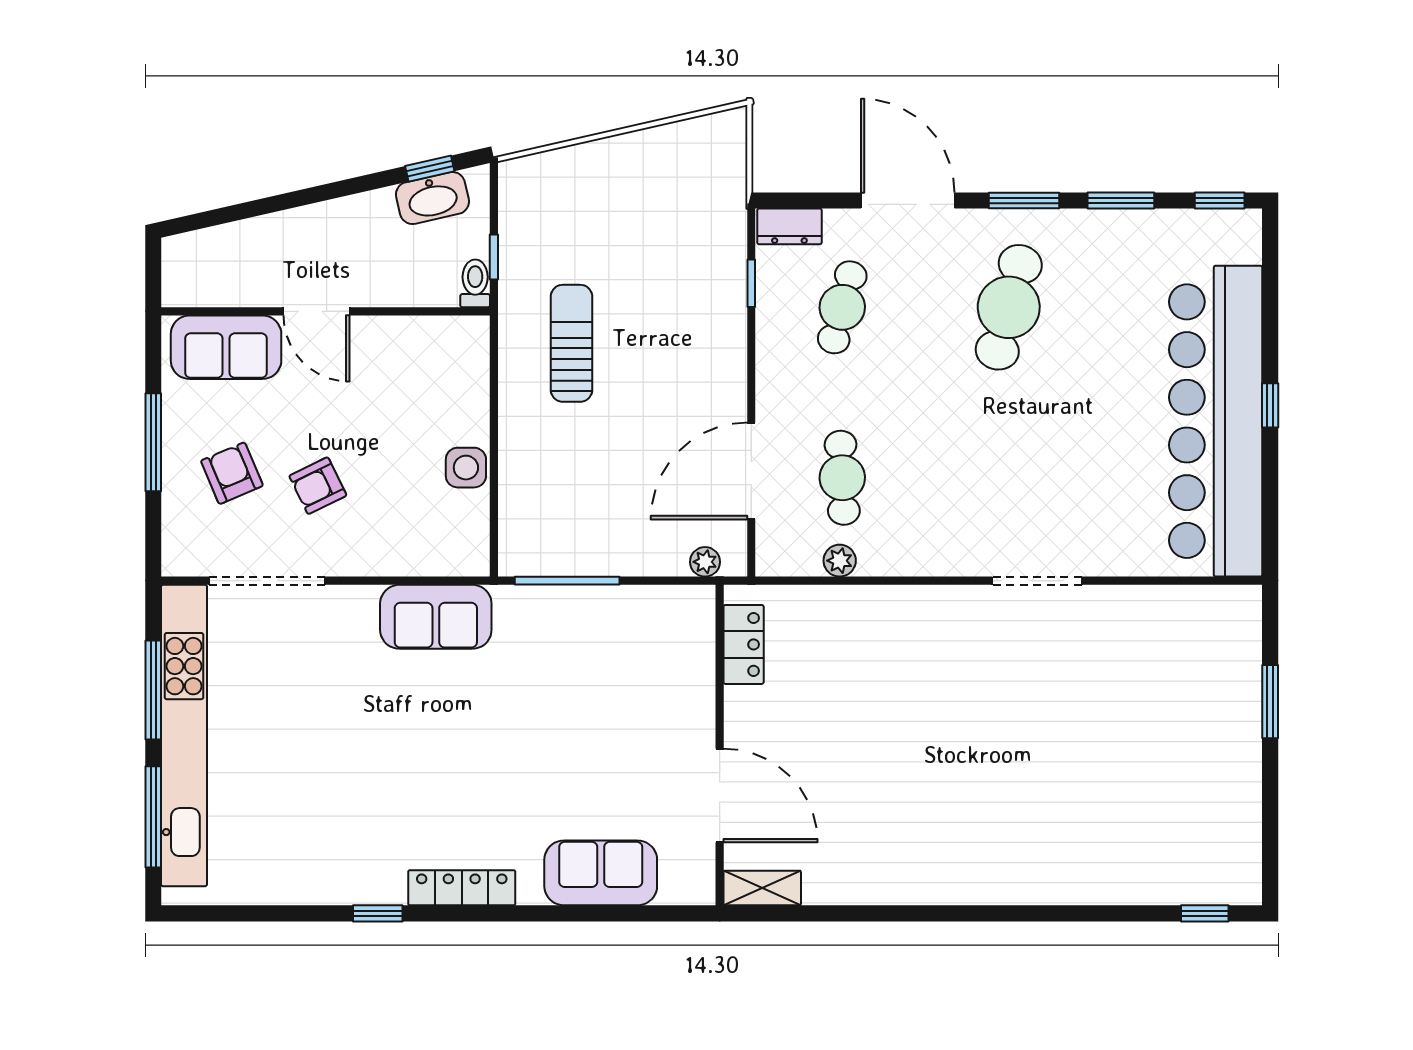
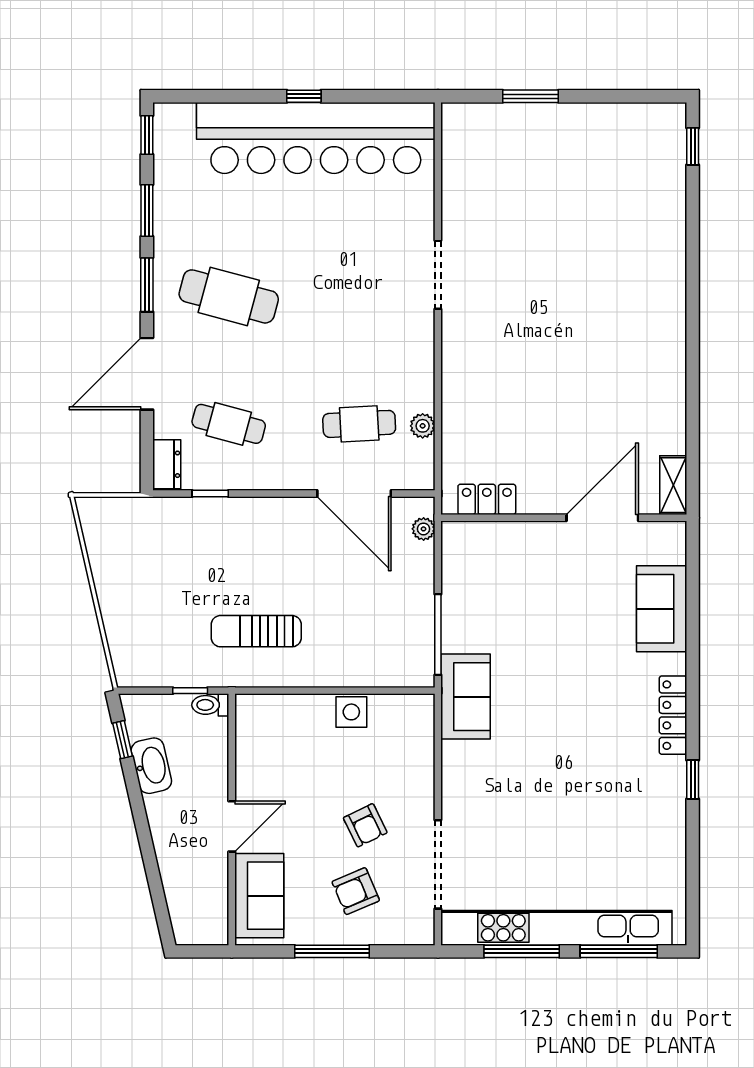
washbasin: (432, 198) -> (151, 766), moved
sofa: (436, 617) -> (466, 697), moved

